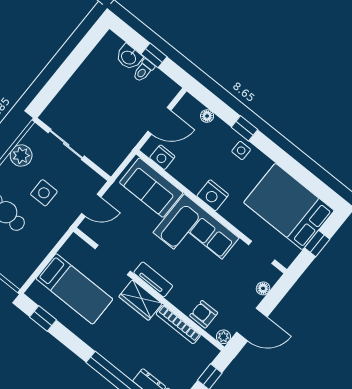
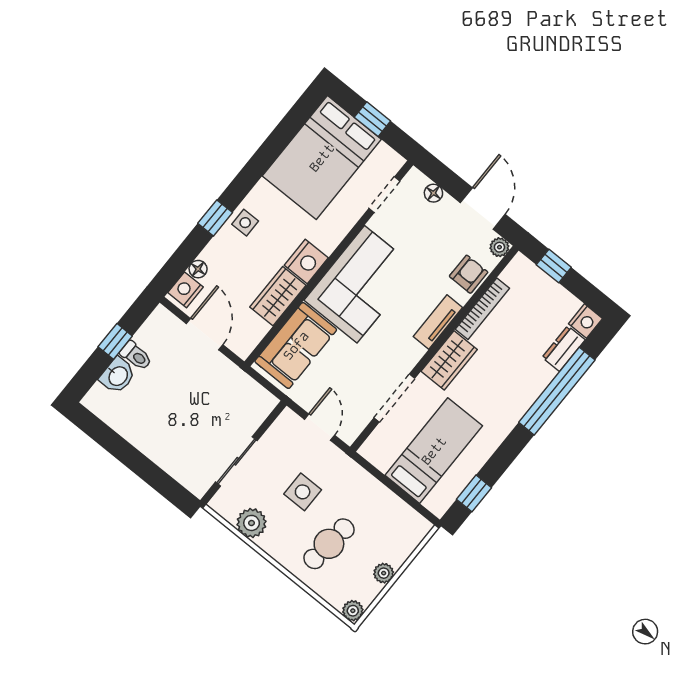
nightstand: (162, 157) -> (186, 290), moved, turned 180
wardrobe: (187, 175) -> (278, 296), added
tv unit: (153, 279) -> (438, 322), moved
armchair: (204, 314) -> (469, 274), turned 180

